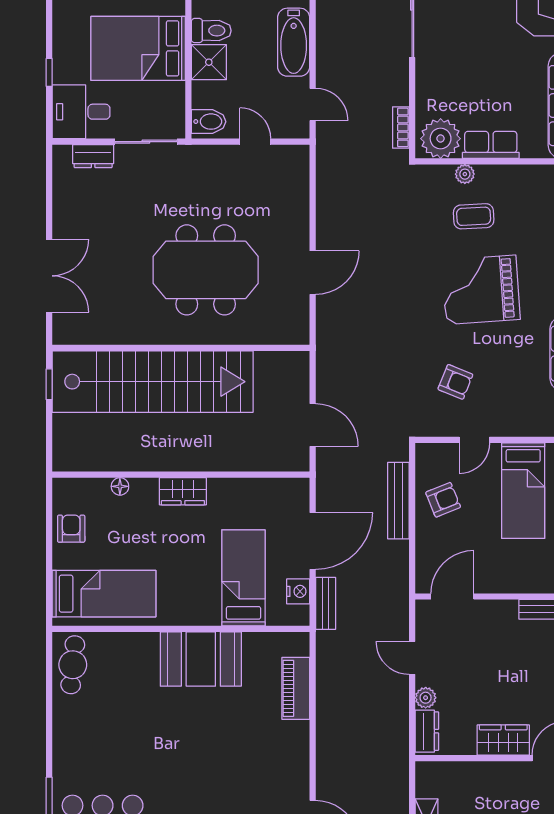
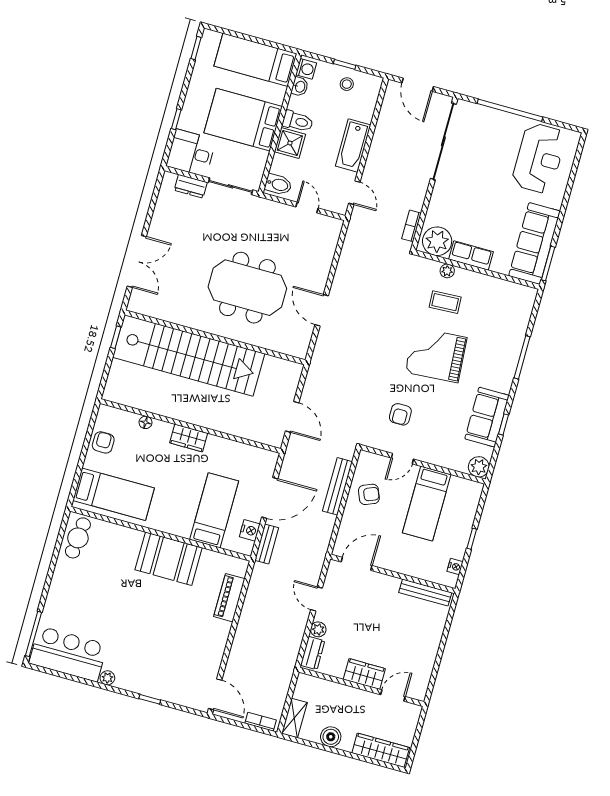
door: (313, 273) -> (322, 310), swing flipped
armchair: (455, 382) -> (400, 414), turned 68

